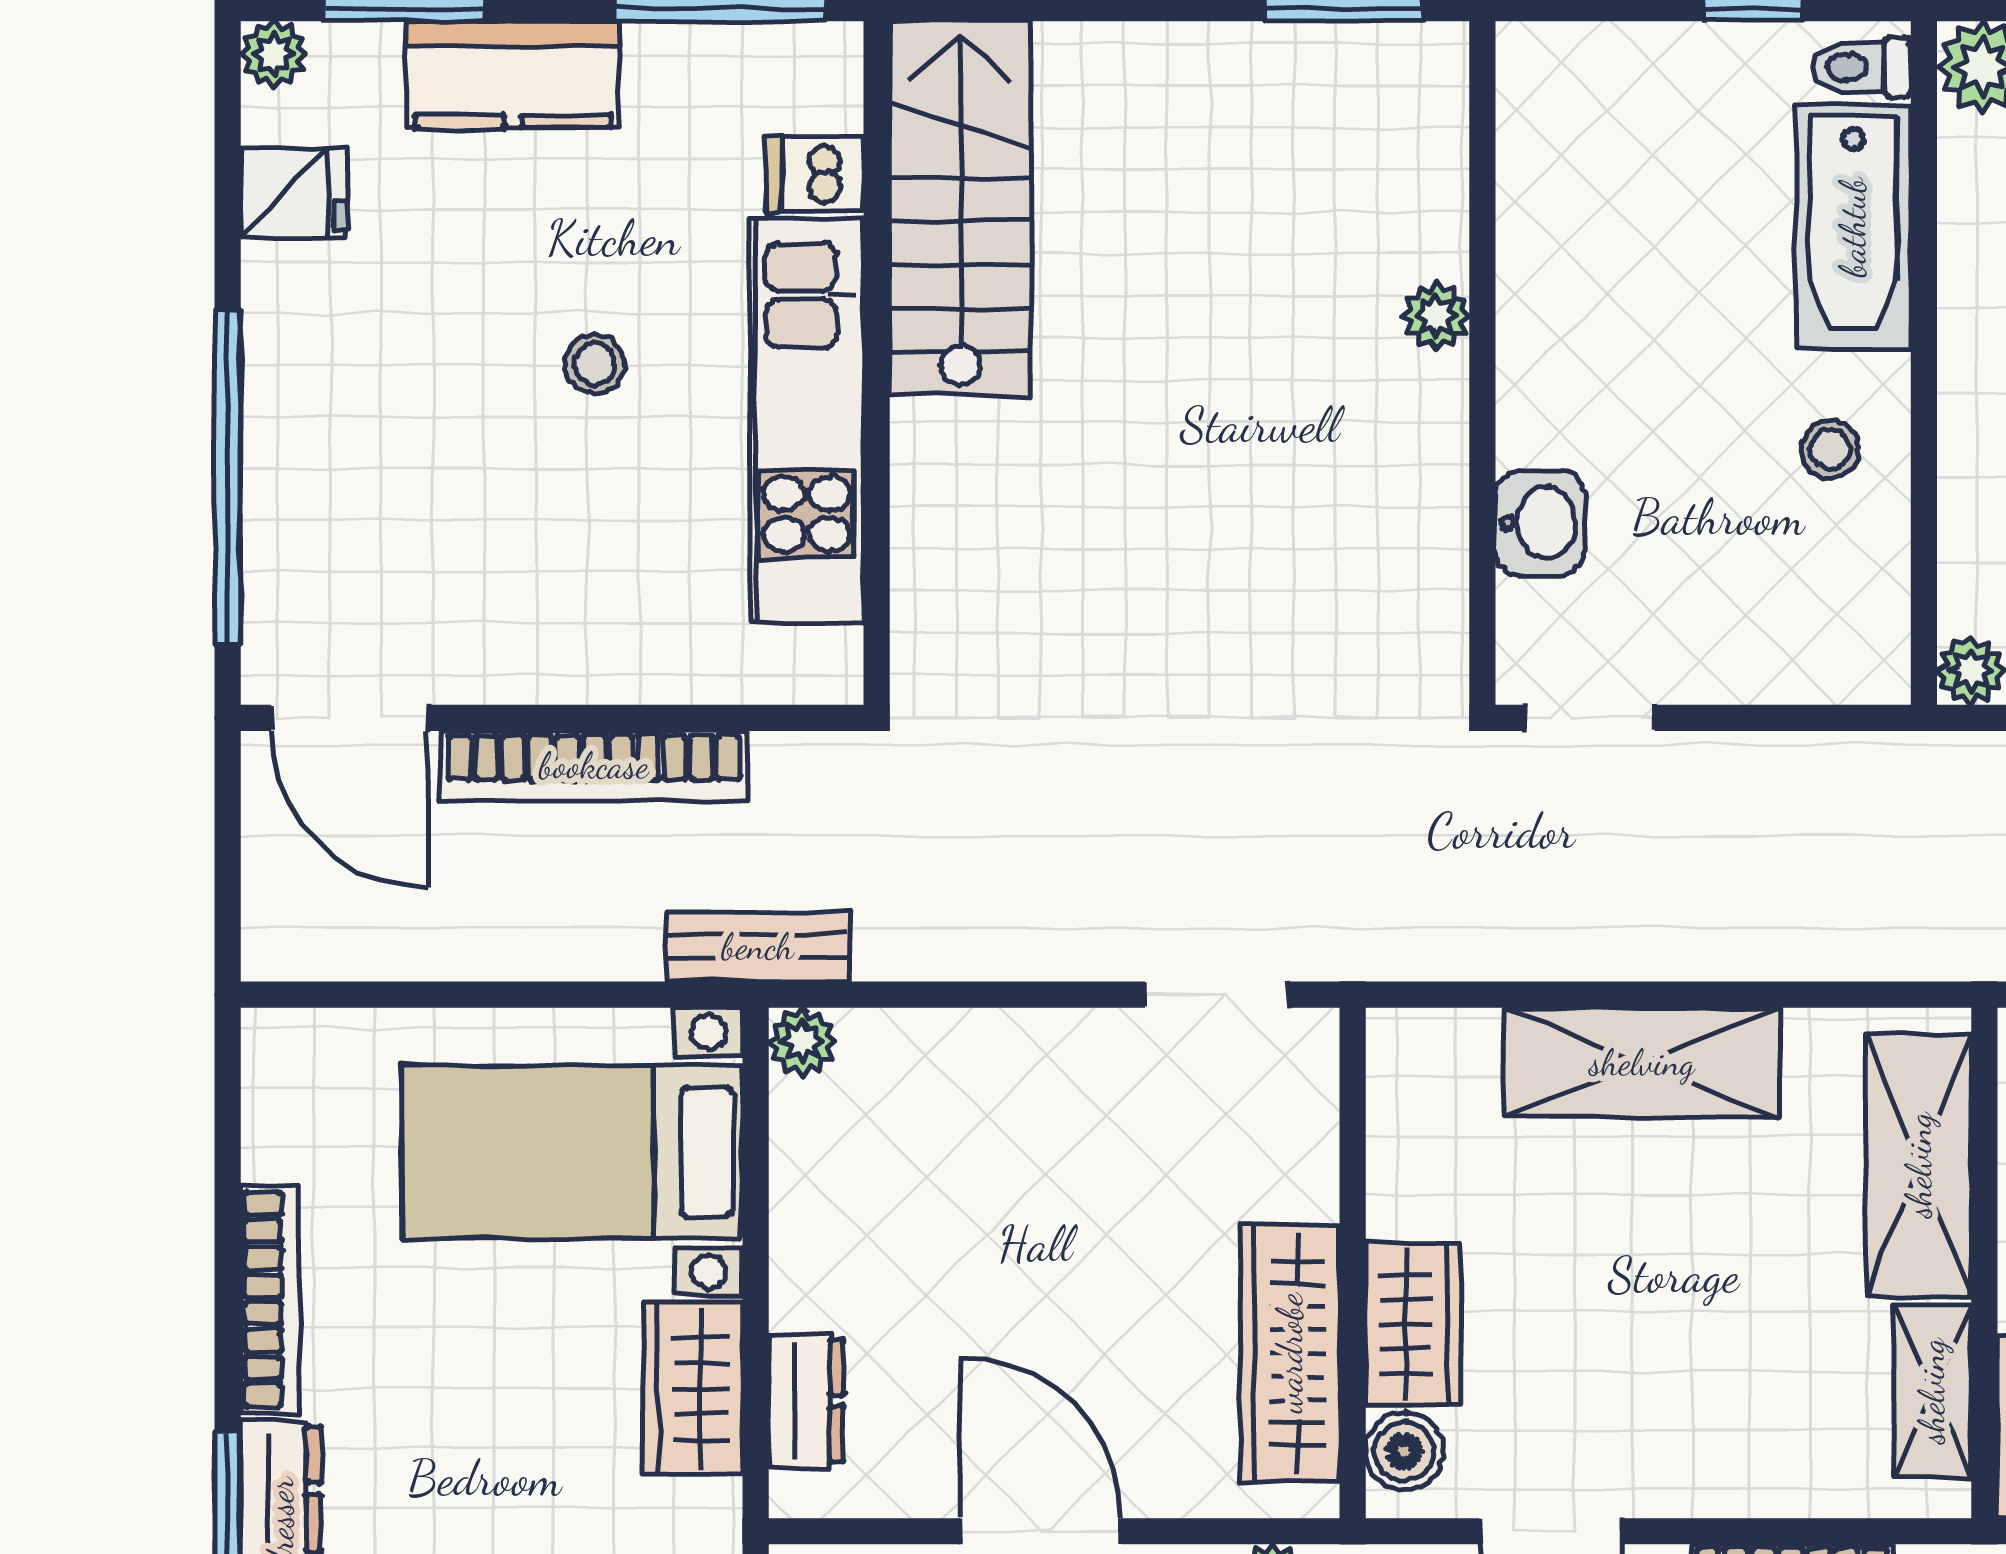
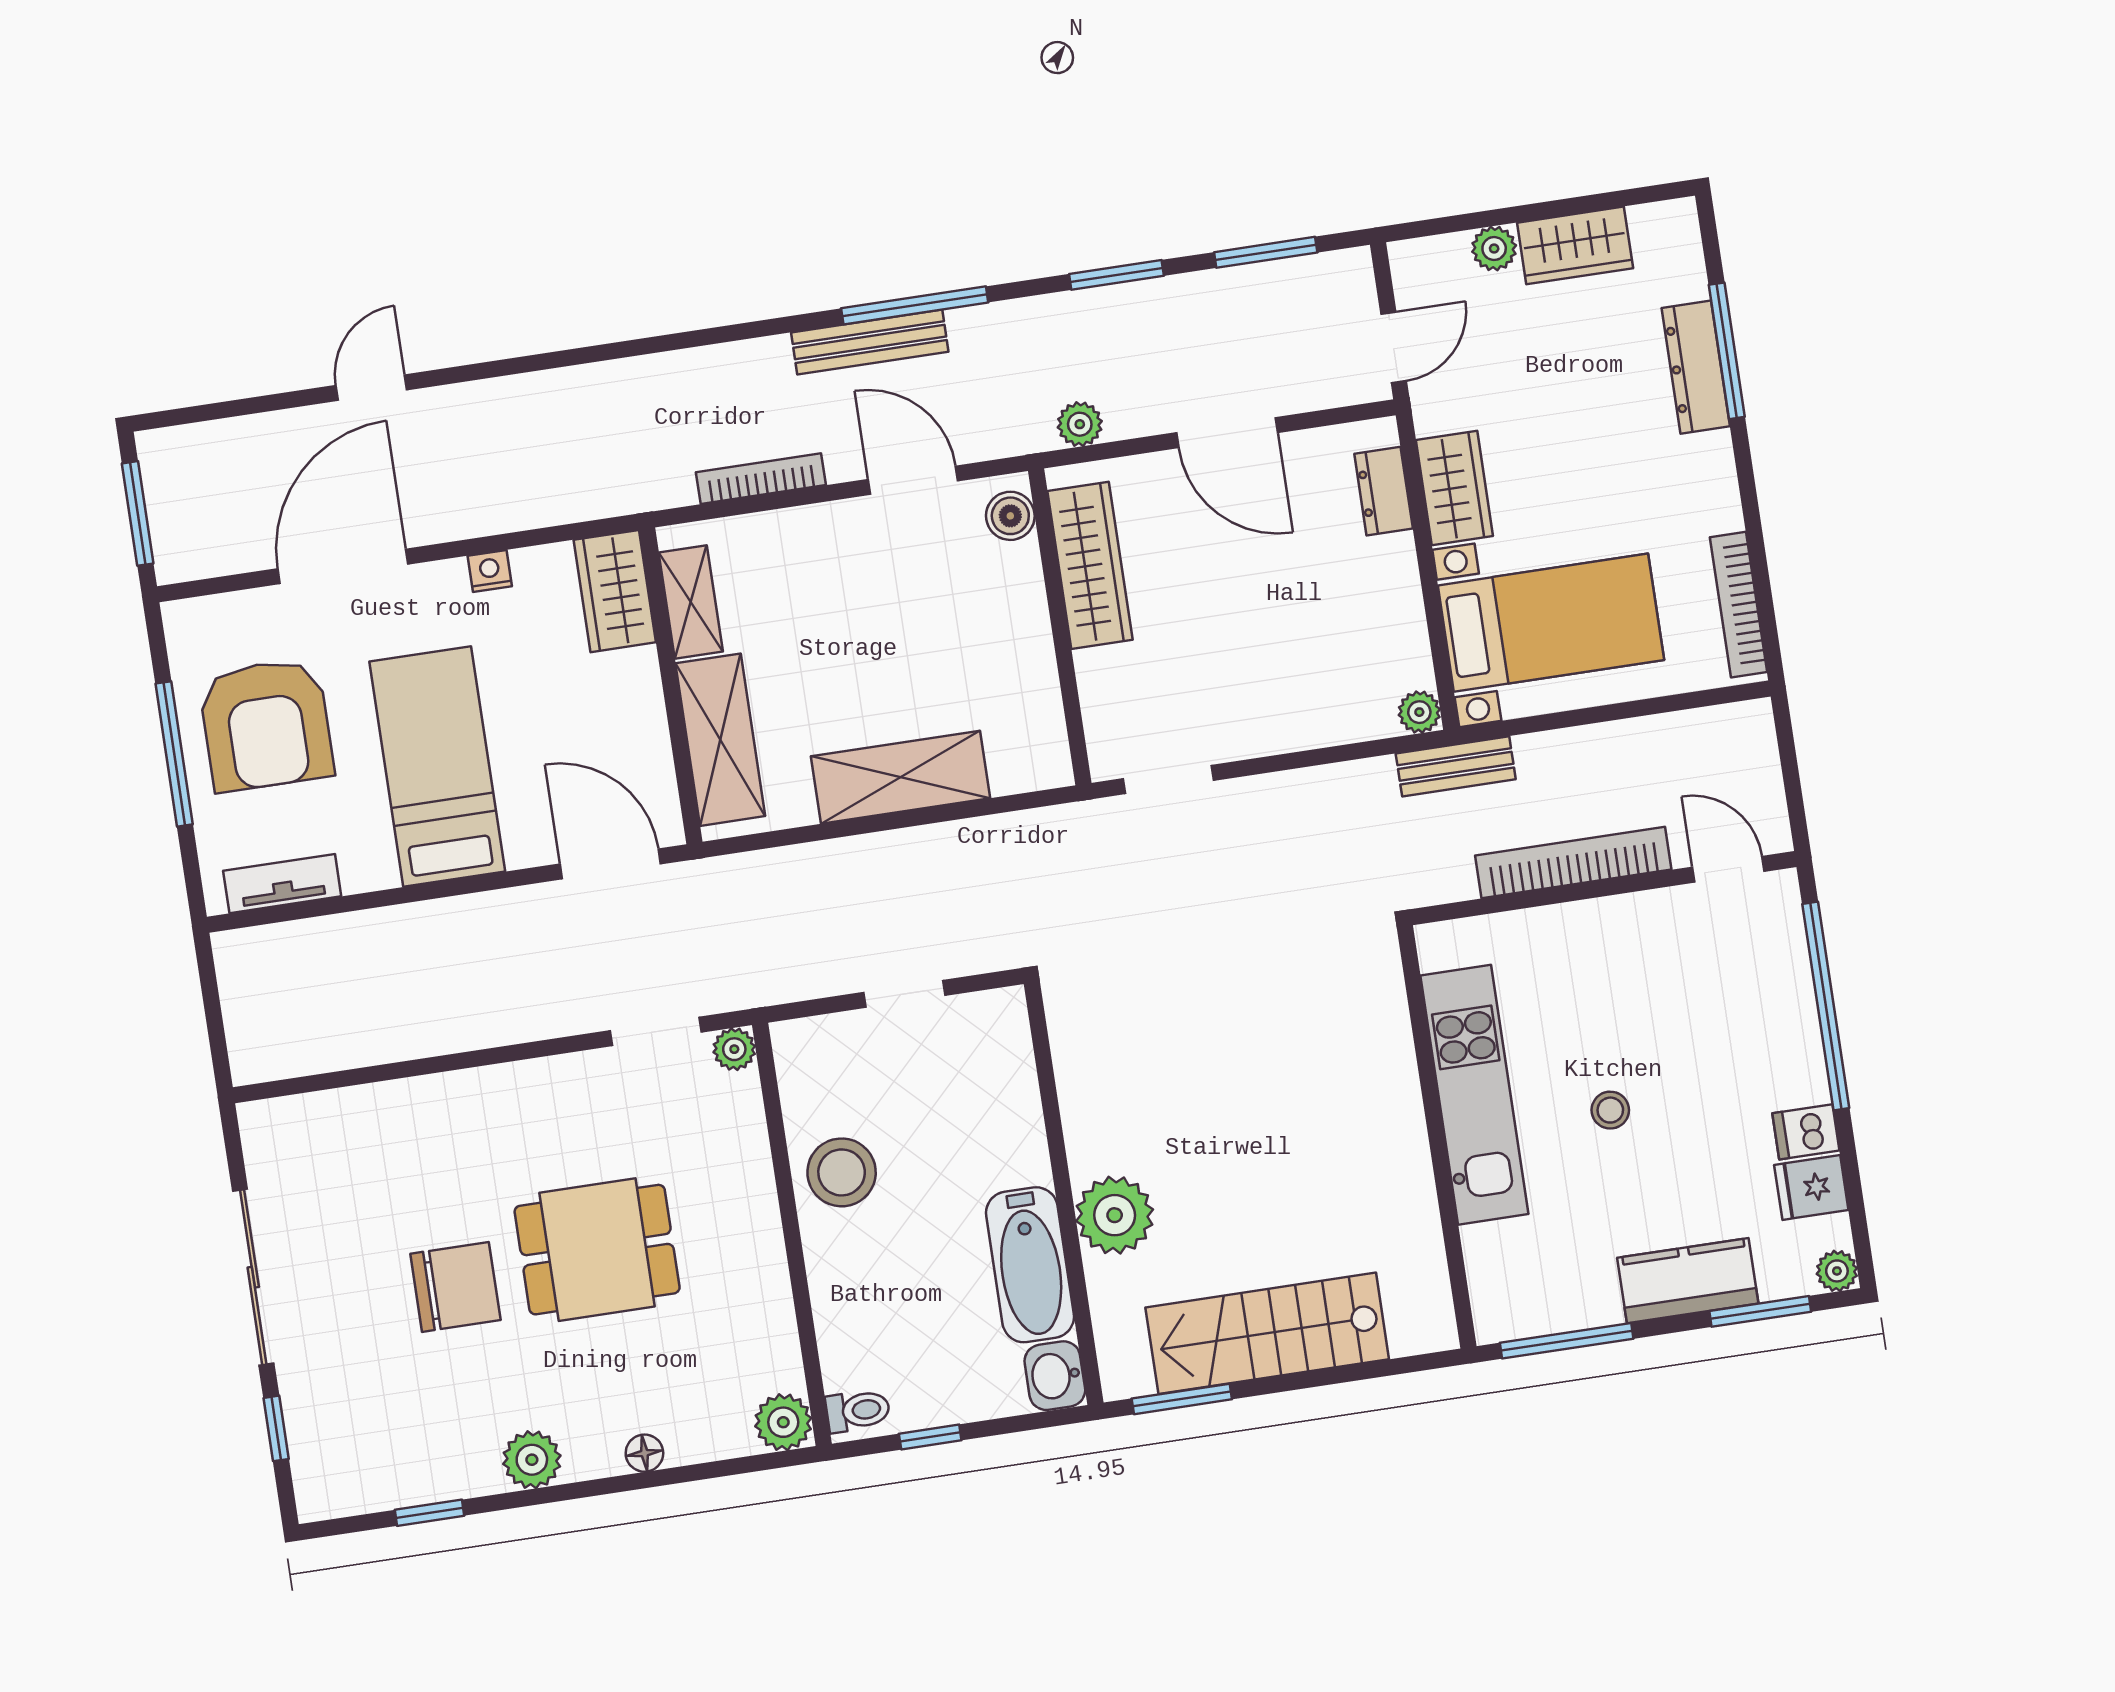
dishwasher: (815, 173) -> (1806, 1132), moved, turned 180
stairs: (960, 208) -> (1267, 1333), moved, turned 90
bathtub: (1853, 227) -> (1030, 1265), moved, turned 180
plant: (1436, 316) -> (1115, 1215), width x1.87, depth x1.87
stool: (1830, 449) -> (842, 1172), width x1.89, depth x1.89
washbasin: (1540, 523) -> (1055, 1376), moved
door: (349, 718) -> (1728, 869), width x0.73
doorway: (1590, 718) -> (904, 994), moved
bookcase: (270, 1300) -> (1738, 605), moved
wardrobe: (1413, 1324) -> (1017, 595), removed

